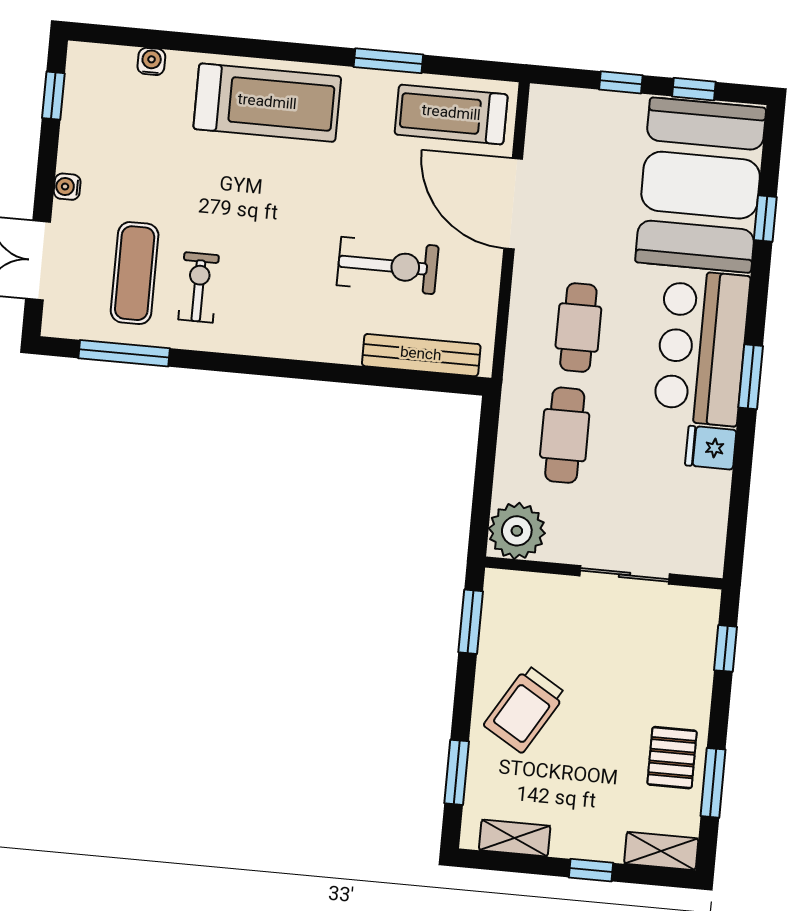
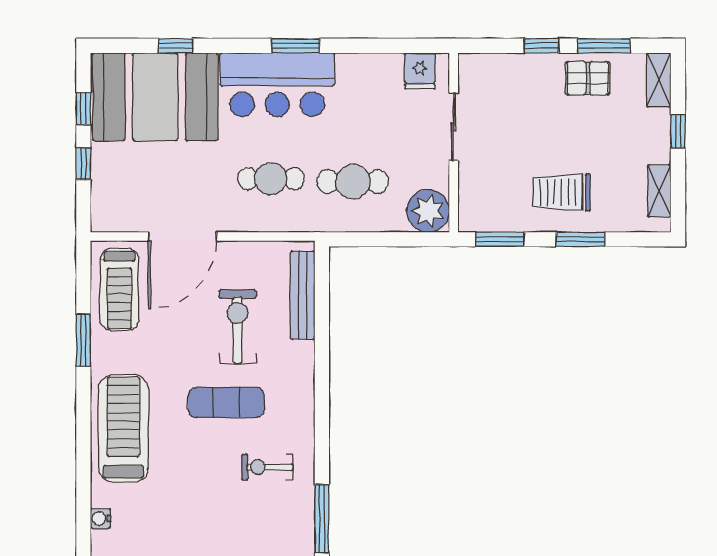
exercise mat: (135, 273) -> (226, 402), moved
fridge: (711, 448) -> (420, 71), moved
window: (725, 648) -> (542, 46), moved
trolley: (525, 709) -> (562, 192), turned 149
window: (457, 772) -> (580, 239), moved

